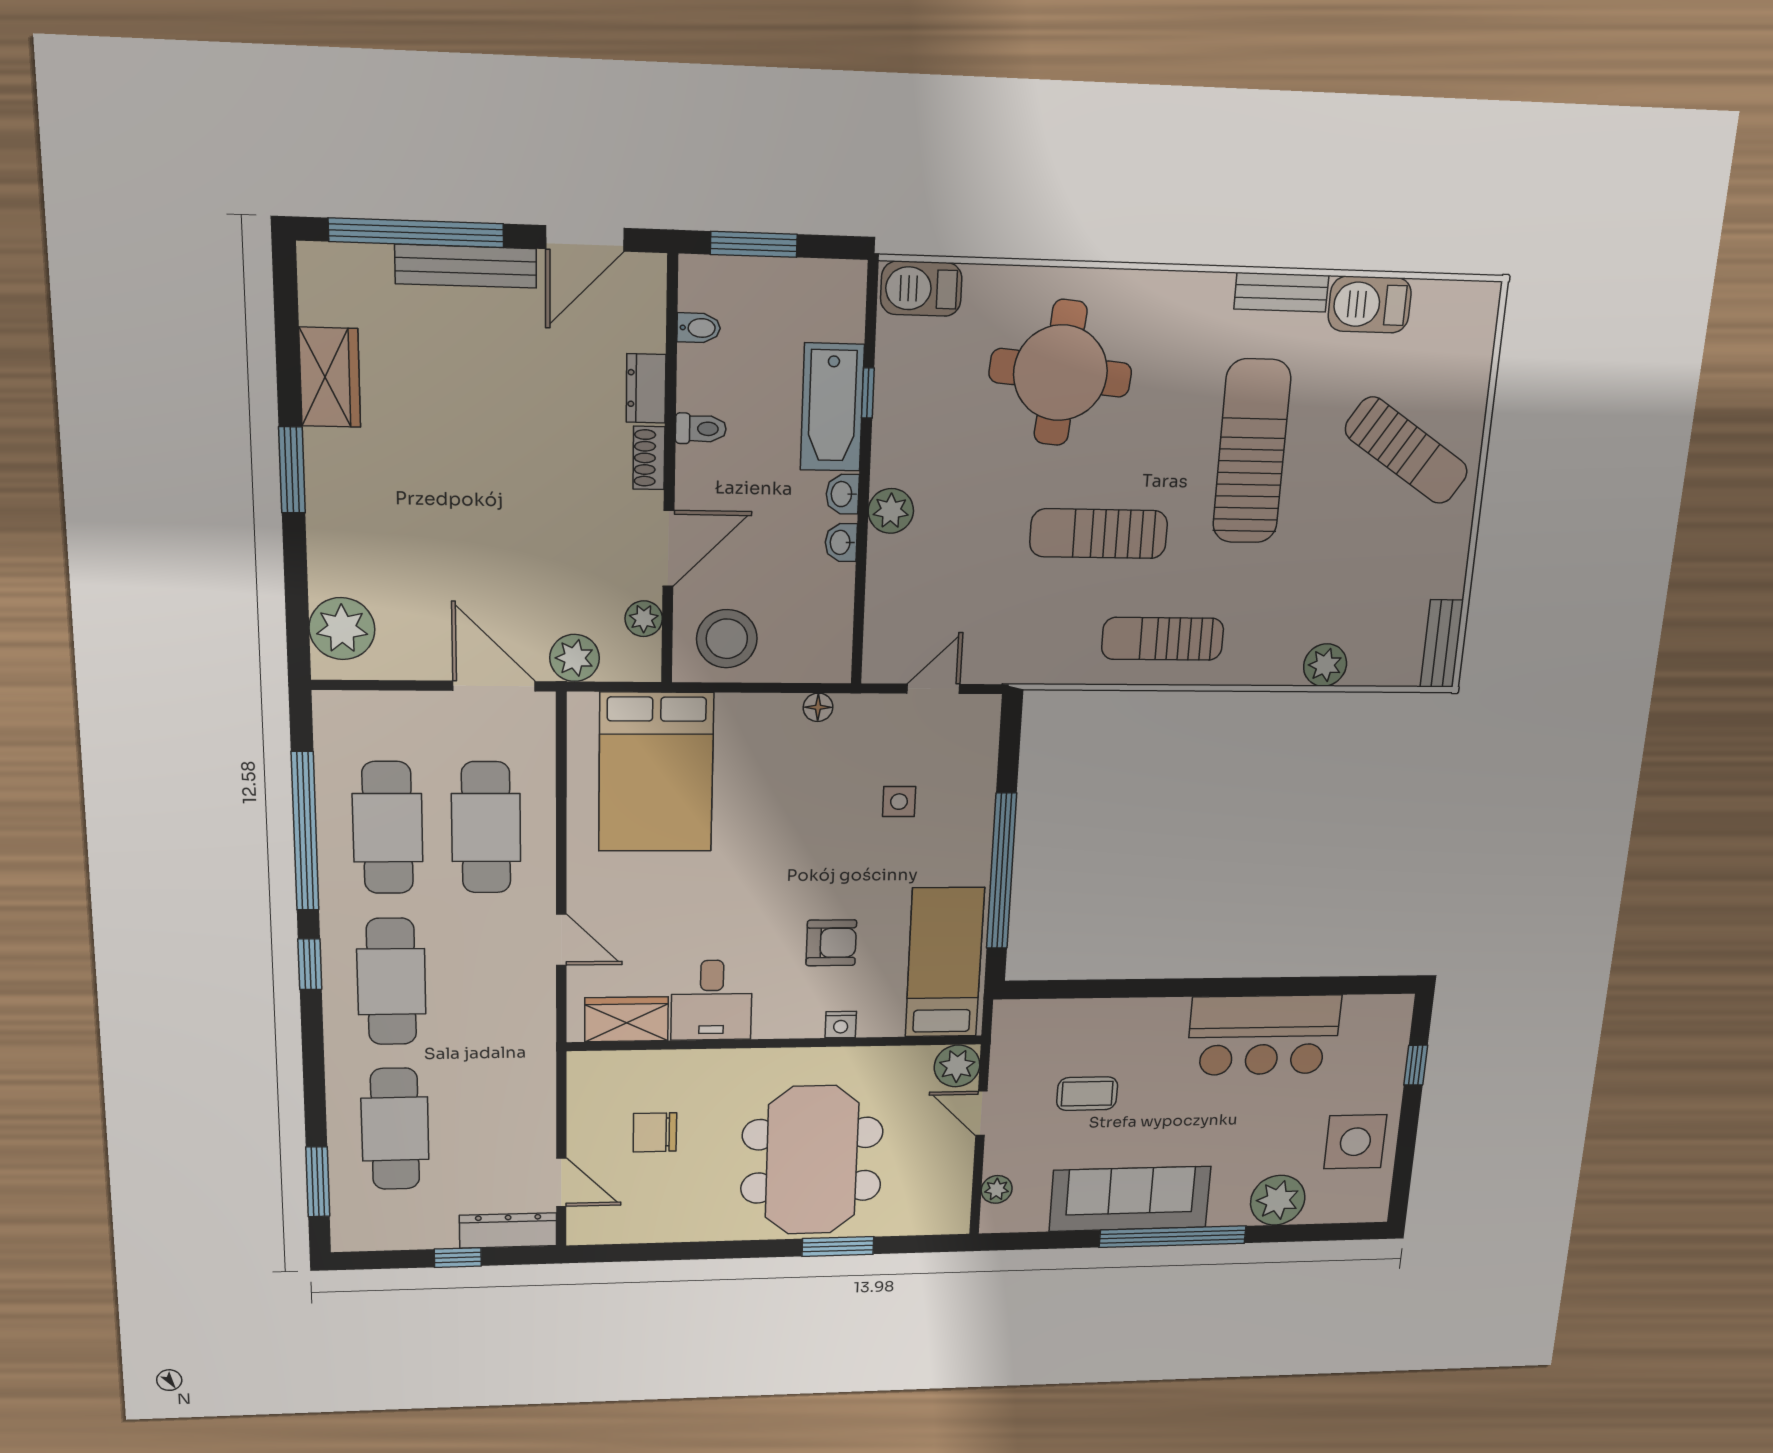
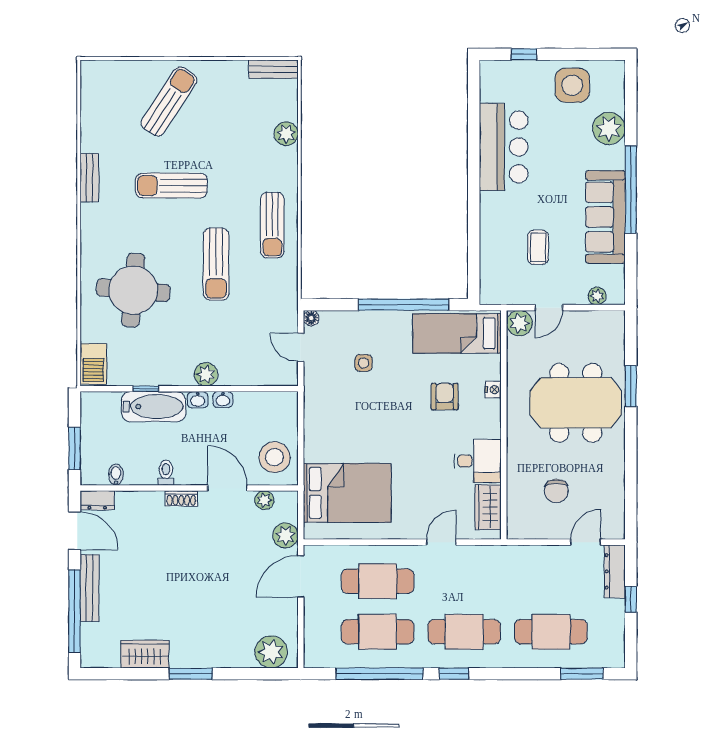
barbecue: (1370, 305) -> (94, 130), removed
dresser: (646, 388) -> (97, 500), moved
sun lounger: (1252, 452) -> (171, 186), width x0.73, depth x0.75
floor lamp: (818, 707) -> (311, 318), moved

